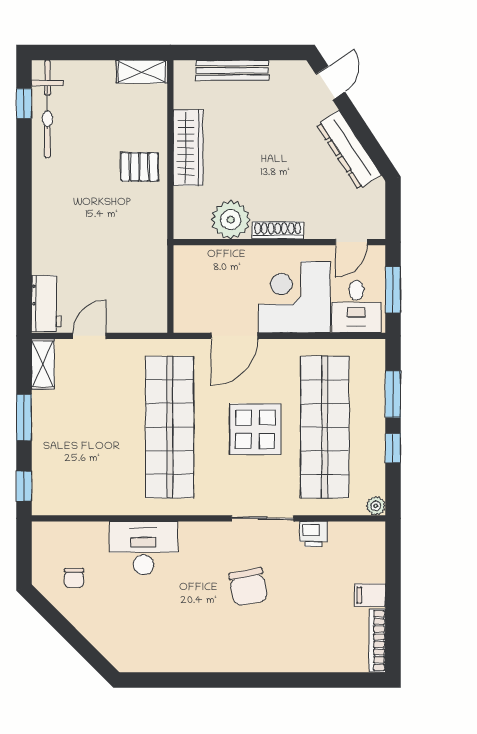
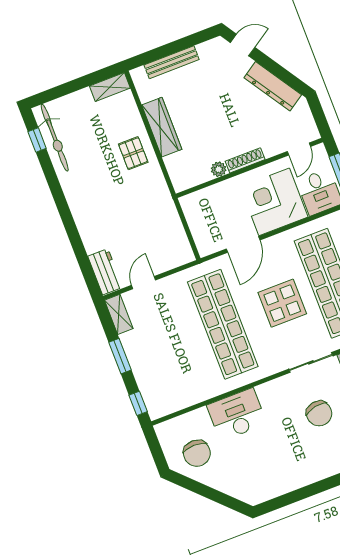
door: (330, 83) -> (243, 45), hinge flipped
pallet: (139, 167) -> (133, 153), turned 90
plant: (231, 220) -> (219, 169), width x0.53, depth x0.53
chair: (74, 578) -> (197, 453), width x1.87, depth x1.87

